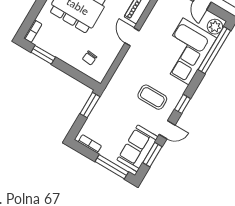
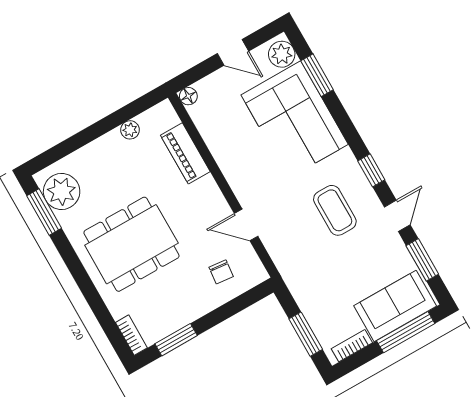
door: (132, 37) -> (246, 225), moved
window: (214, 50) -> (317, 75), width x0.47
coffee table: (152, 97) -> (335, 210), turned 90
window: (90, 105) -> (306, 334), moved
sofa: (137, 148) -> (395, 306), moved, turned 90

